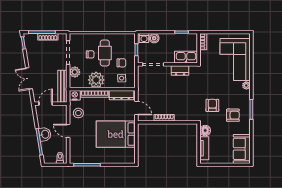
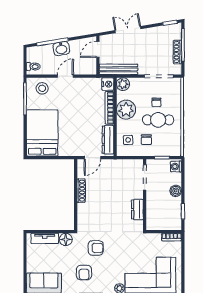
boiler: (154, 38) -> (176, 191), moved
kitchen sink: (186, 57) -> (153, 217), removed
plant: (75, 72) -> (123, 84), moved
door: (46, 104) -> (98, 49), swing flipped
stool: (78, 113) -> (42, 88), moved
bed: (116, 134) -> (42, 133), moved

